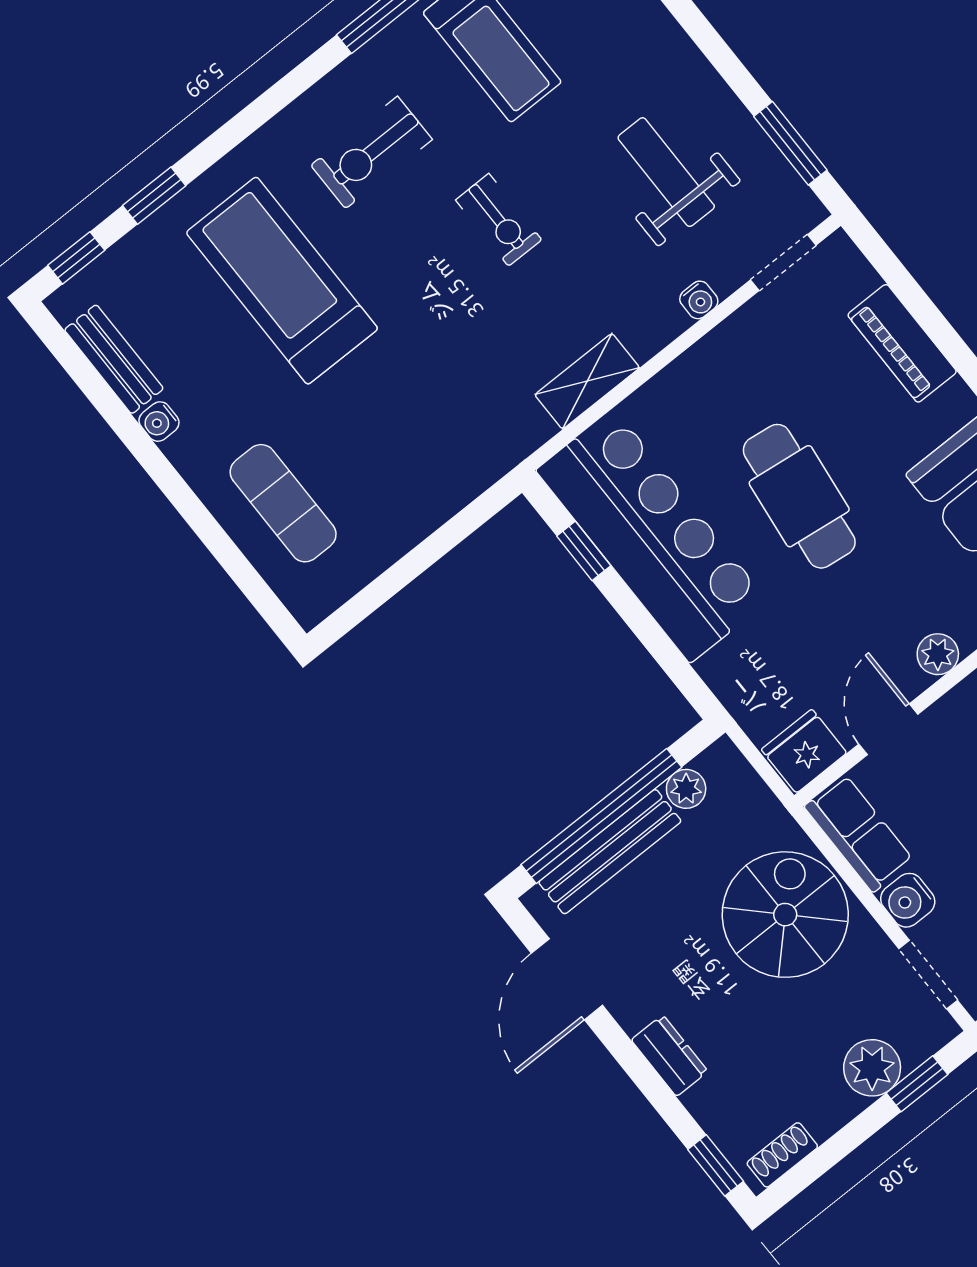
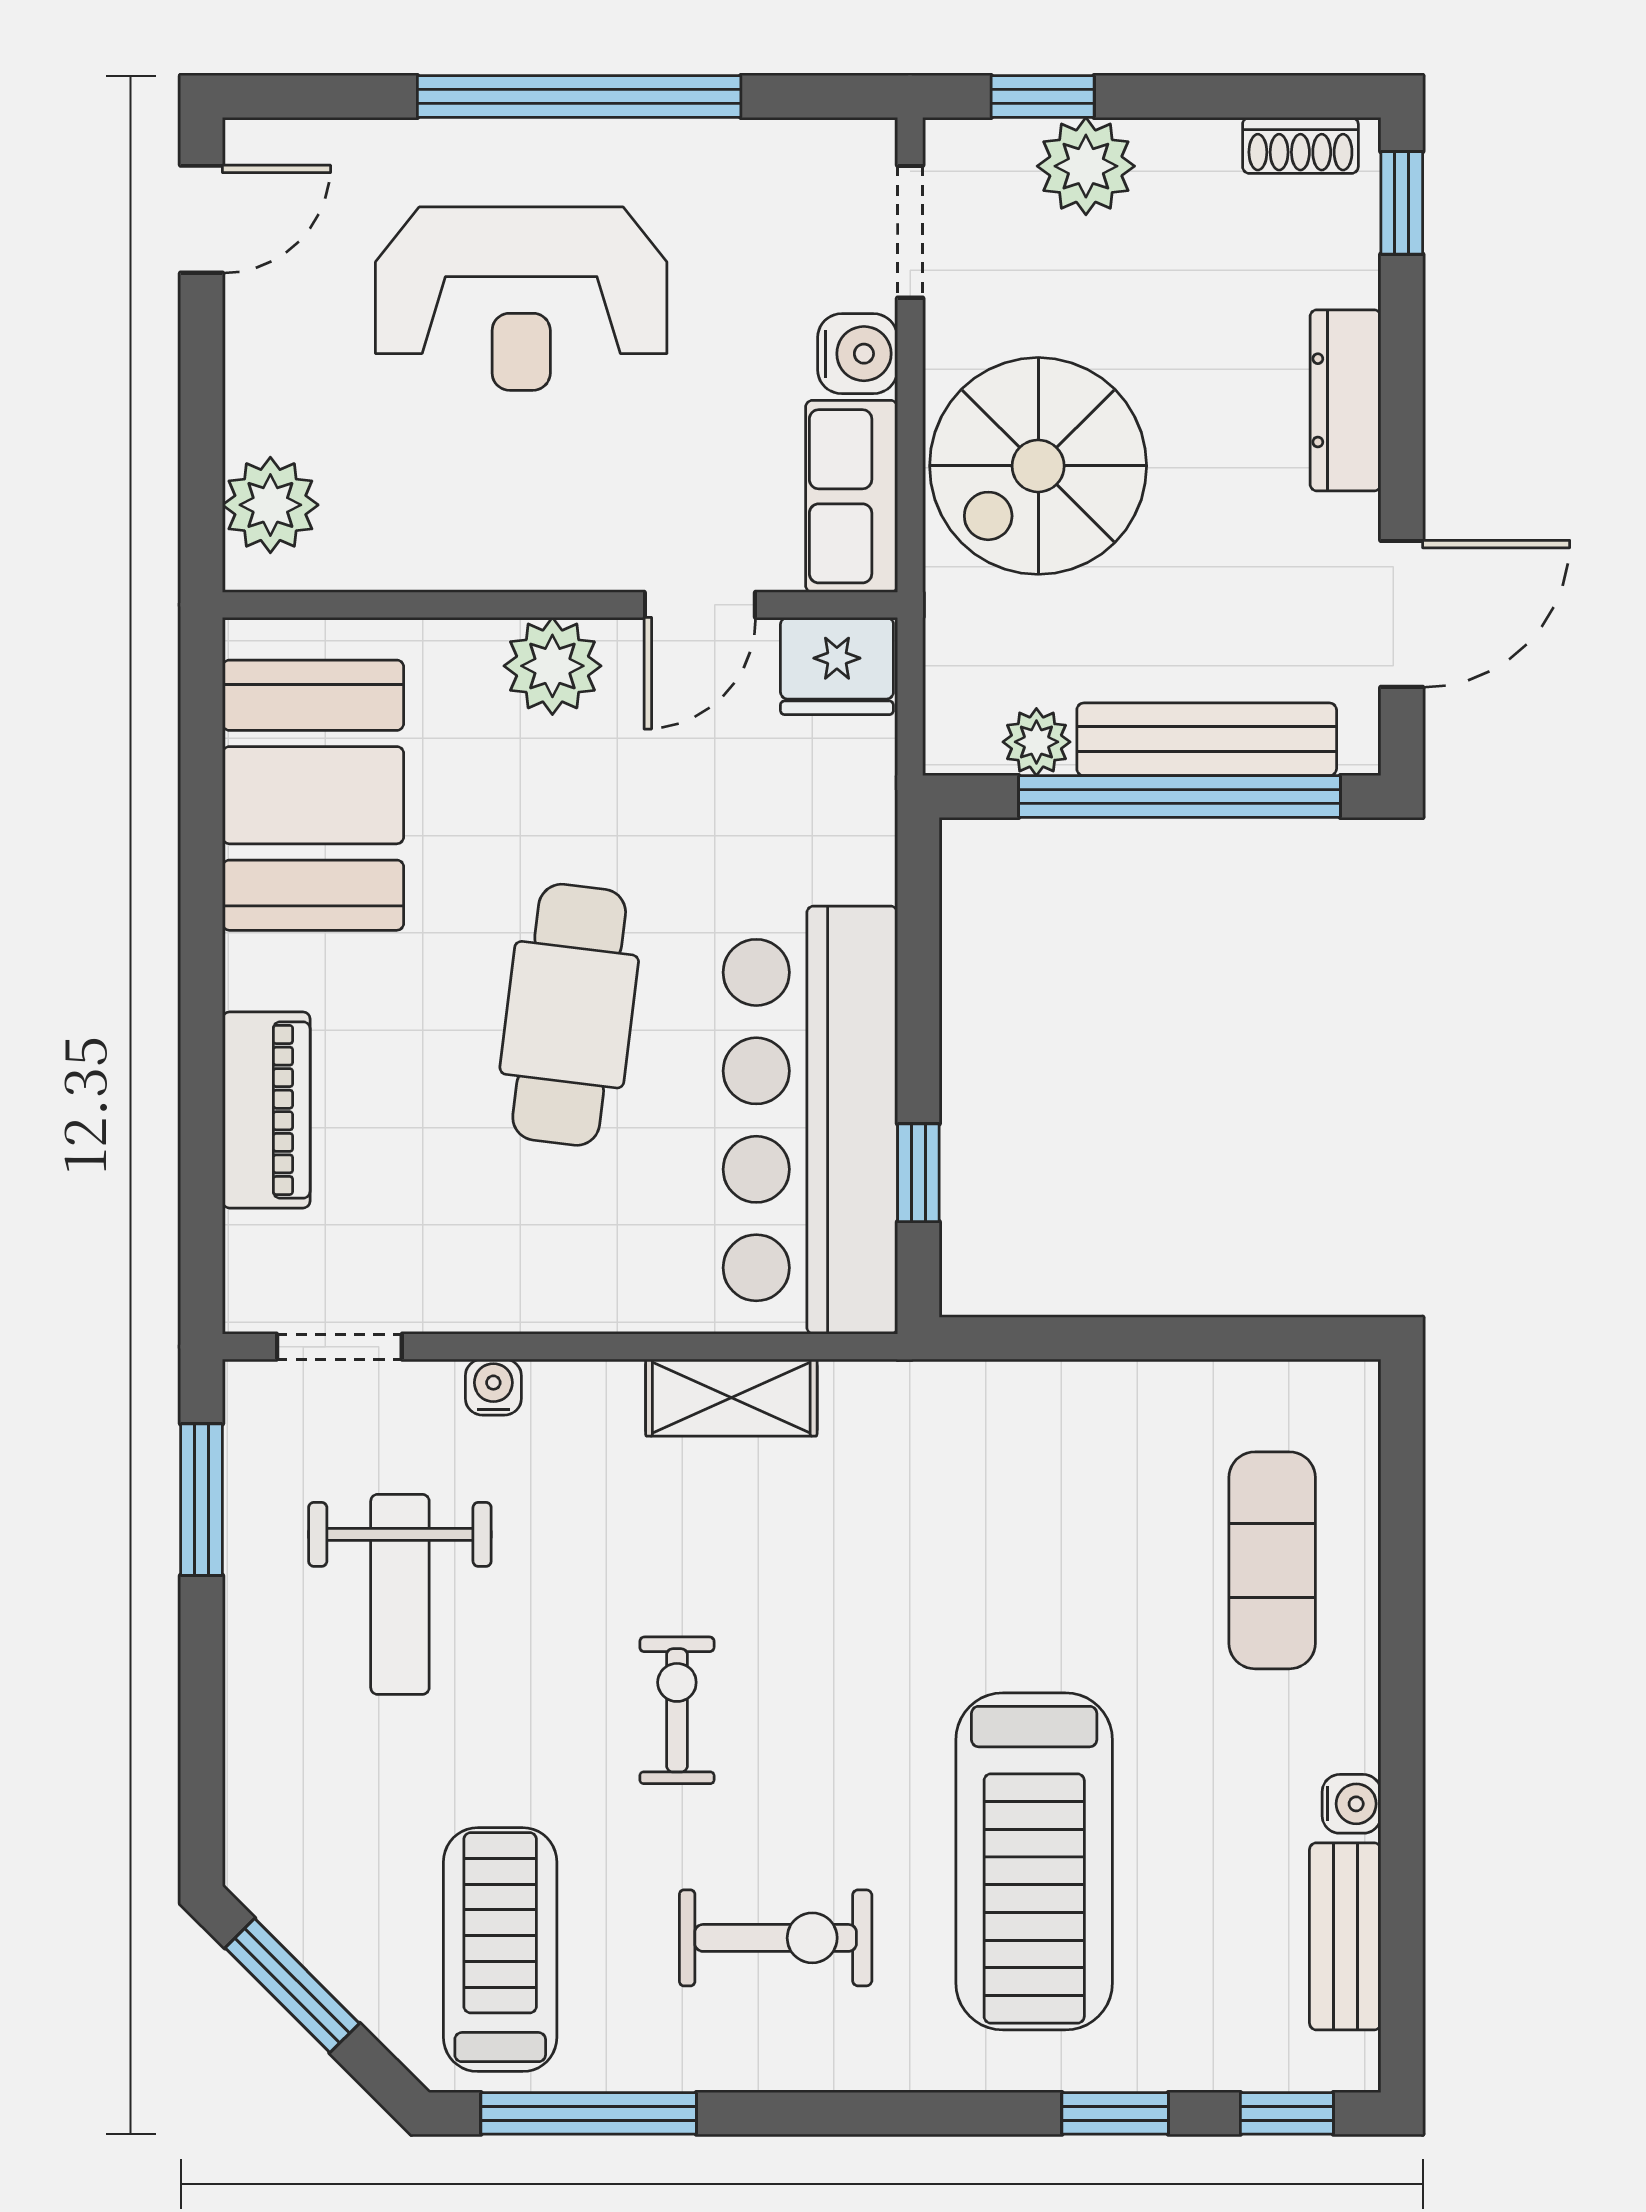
plant: (938, 654) -> (552, 666), width x1.38, depth x1.38
dresser: (670, 1056) -> (1345, 400), width x1.44

